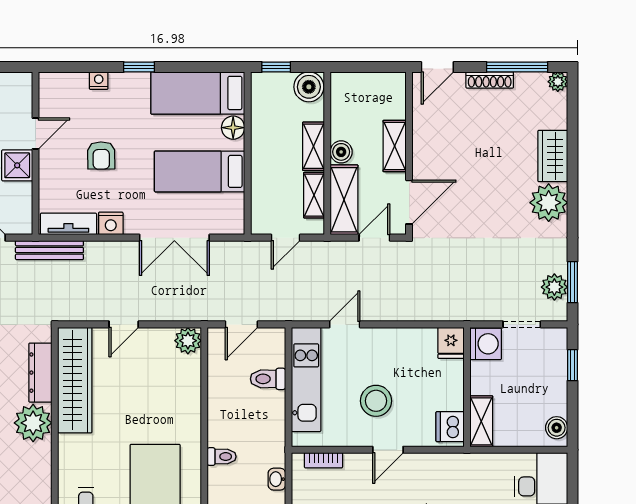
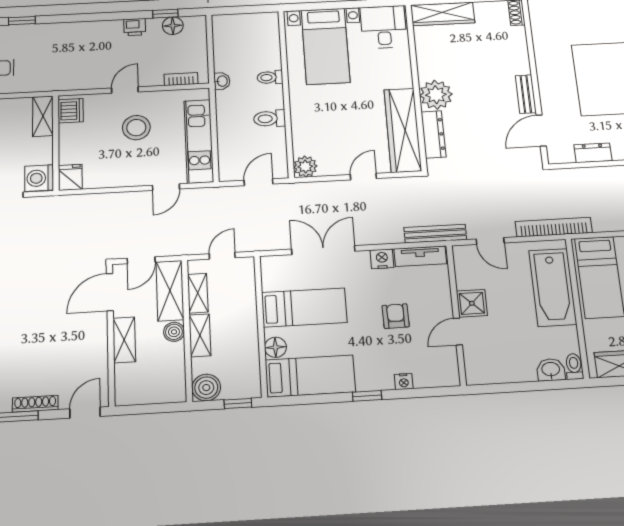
toilet: (268, 379) -> (270, 119), moved, turned 180
washbasin: (277, 479) -> (222, 81), moved

